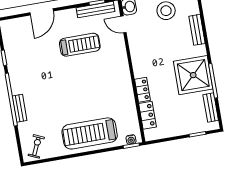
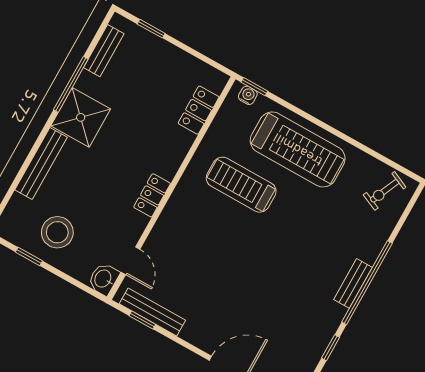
bench: (197, 30) -> (41, 164), width x1.36
treadmill: (80, 45) -> (241, 185), moved
shower: (193, 75) -> (81, 117), width x0.73, depth x0.73
locker: (142, 90) -> (152, 195), moved
bench: (19, 108) -> (353, 283), moved

